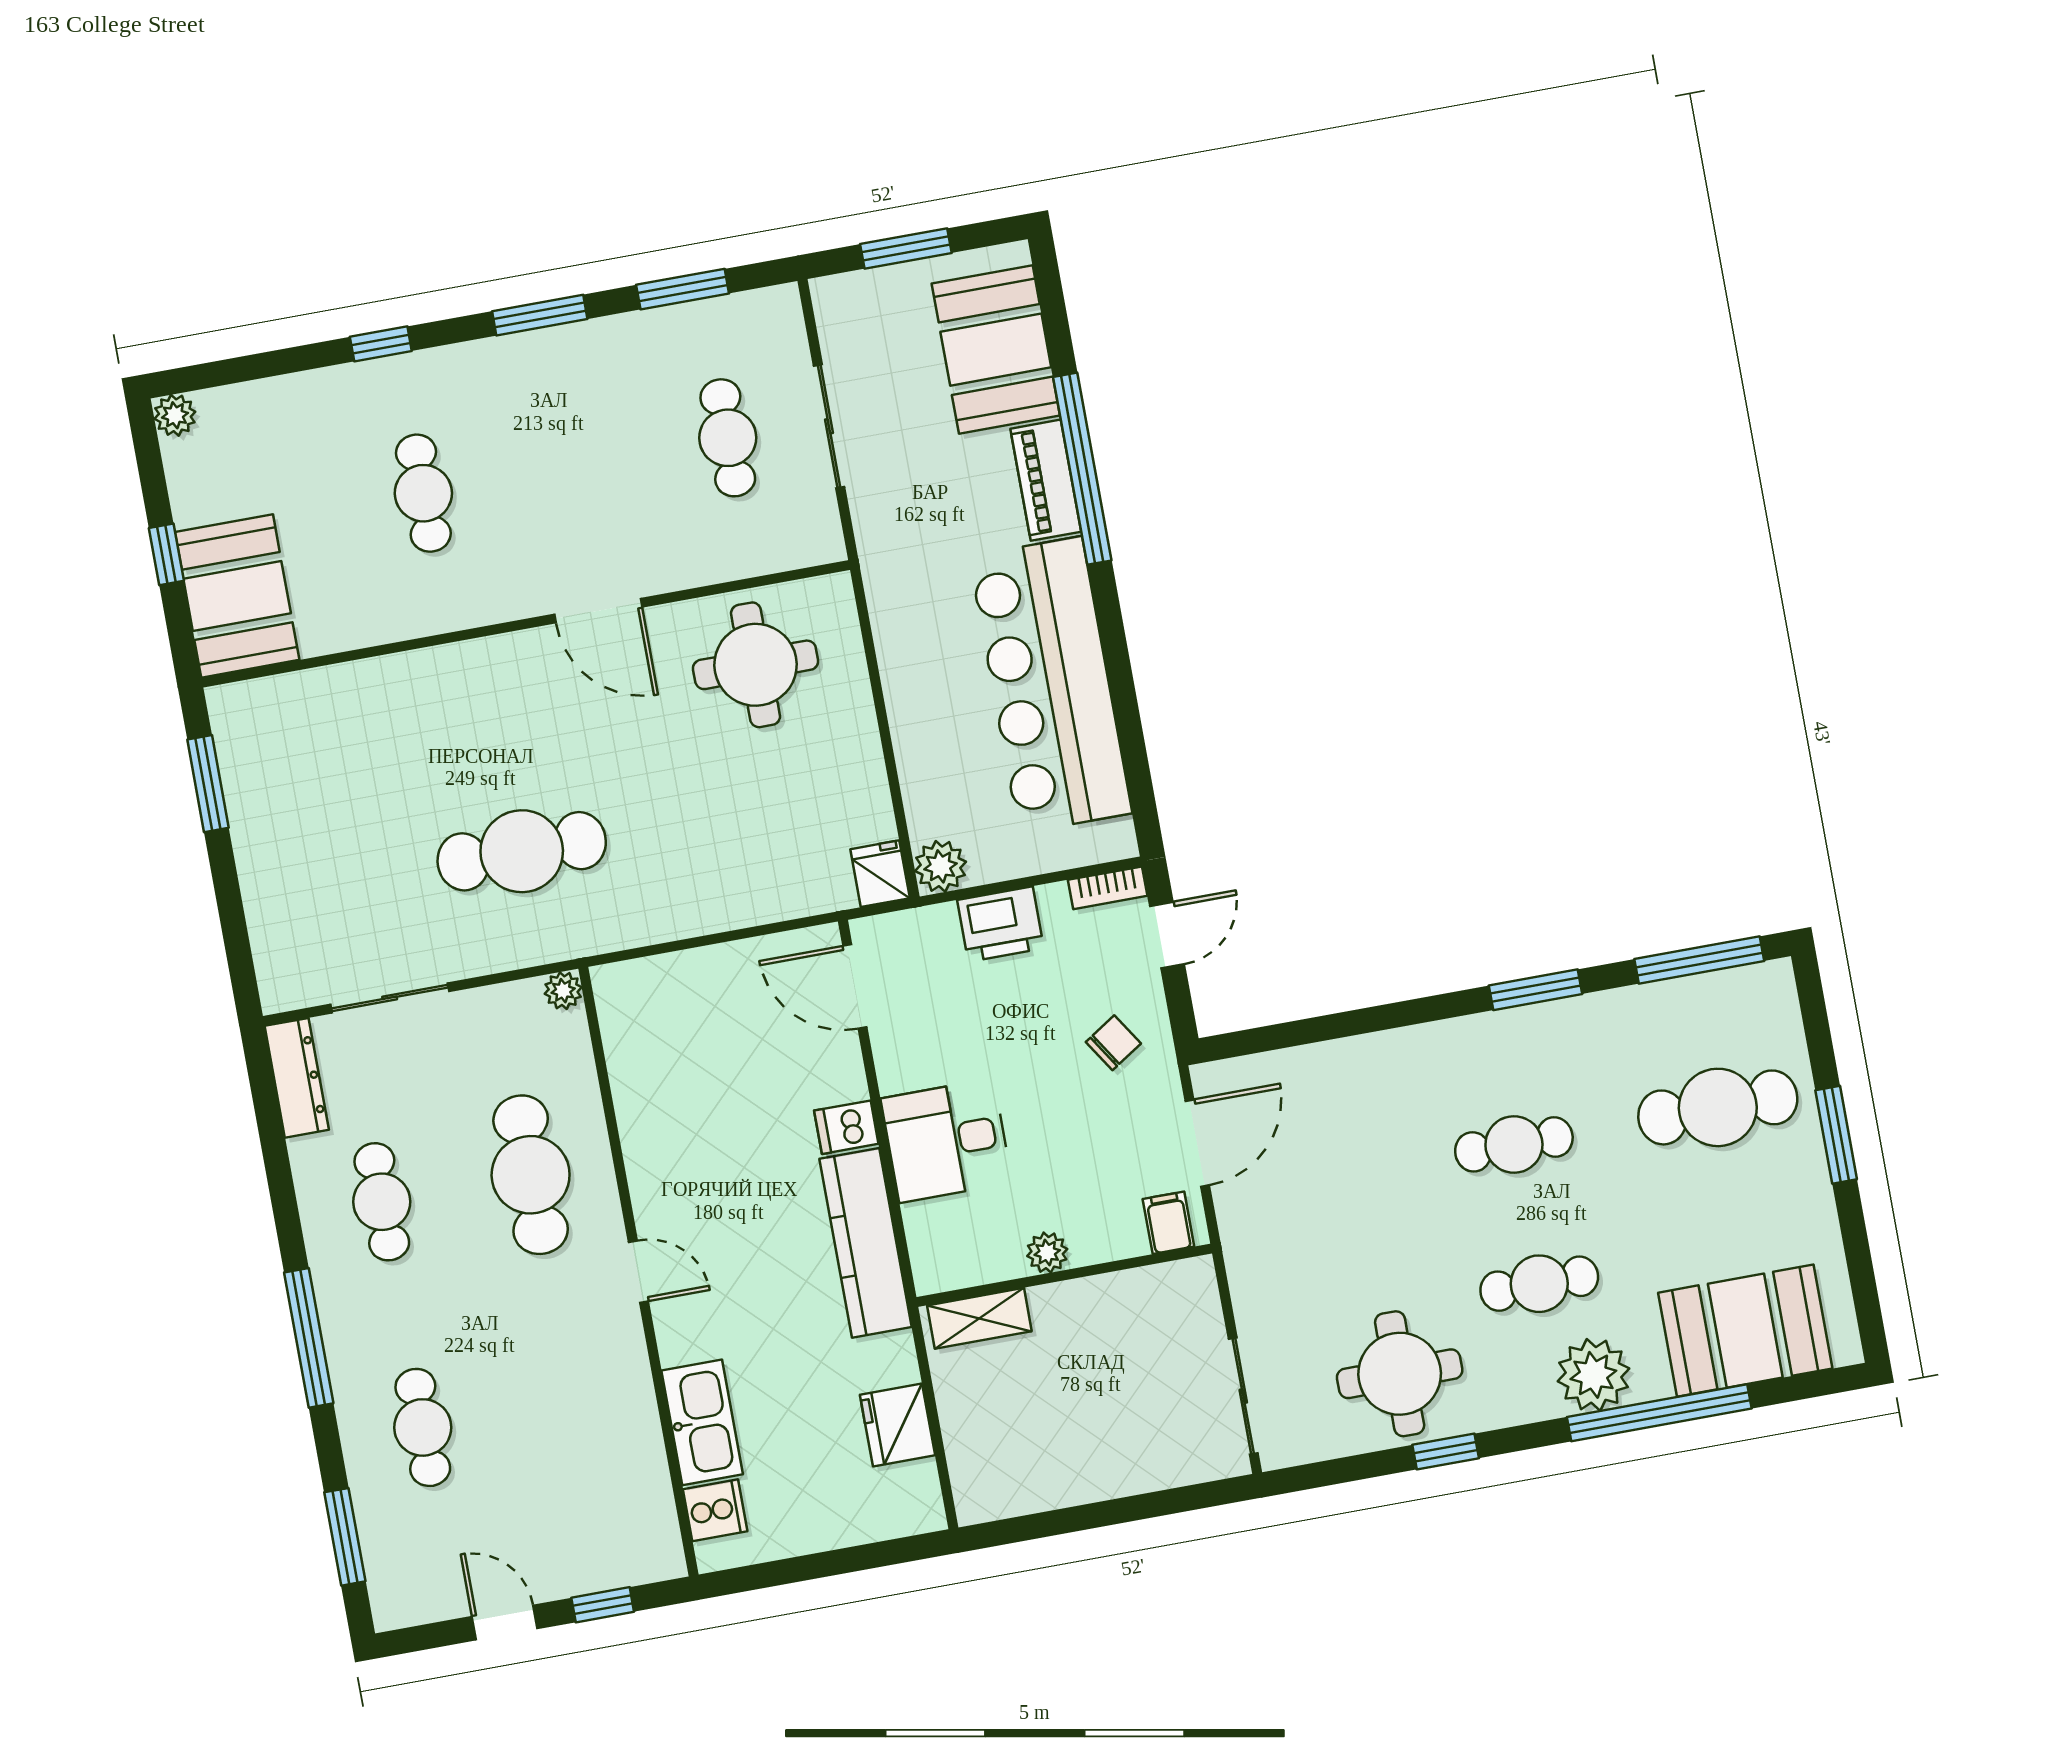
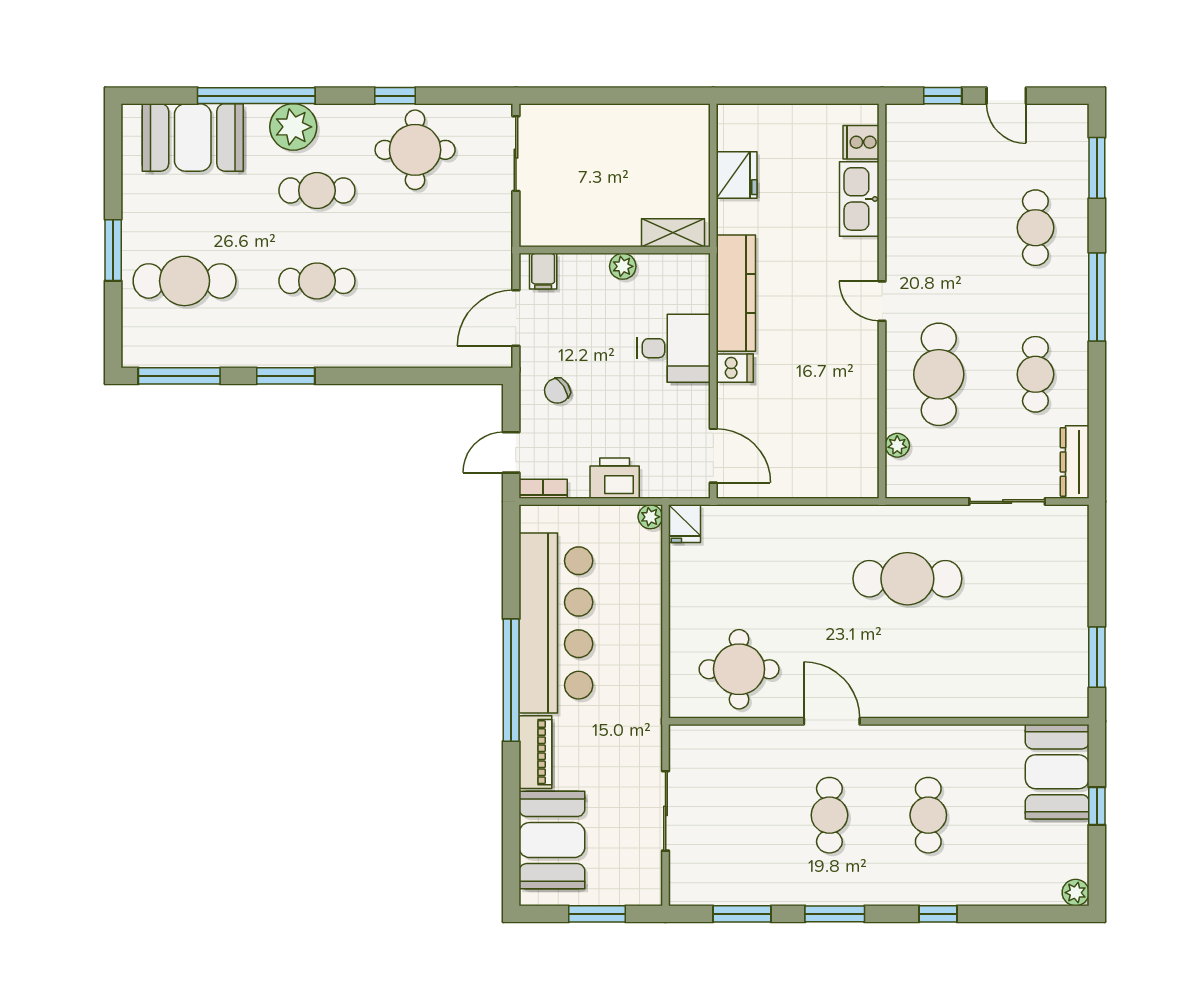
cafe table: (728, 438) -> (829, 815), moved
window: (1082, 469) -> (511, 680), moved
plant: (940, 866) -> (650, 517), width x0.73, depth x0.73
plant: (563, 991) -> (897, 445), moved

